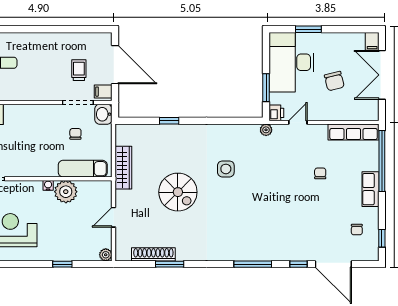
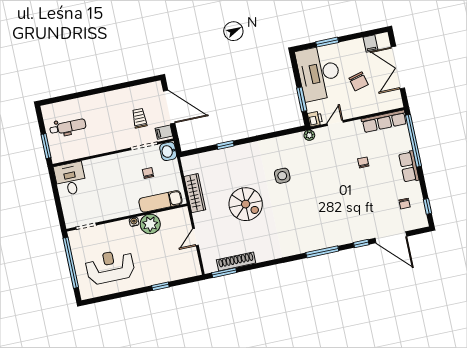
filing cabinet: (372, 41) -> (370, 44), moved
plant: (106, 255) -> (196, 270), removed
window: (170, 264) -> (224, 273), moved

